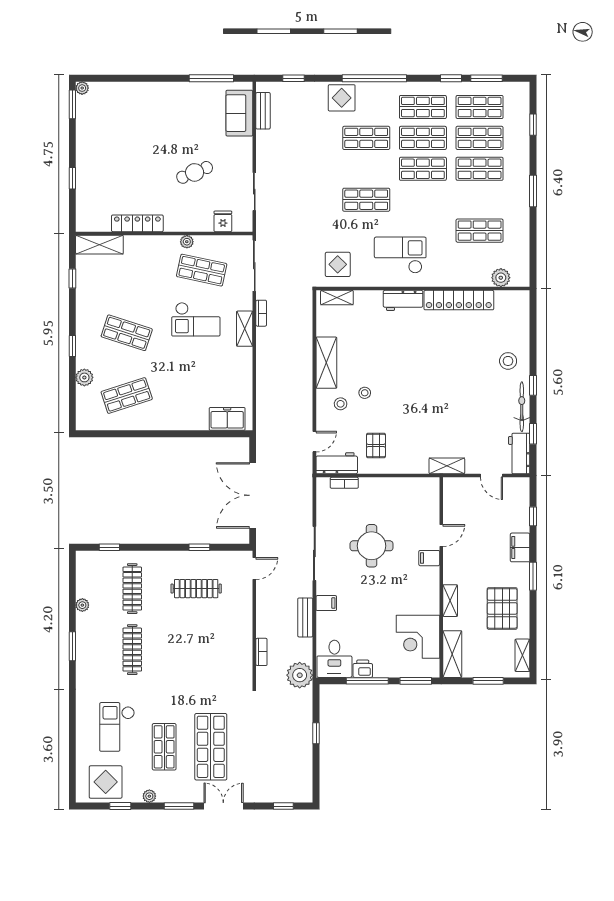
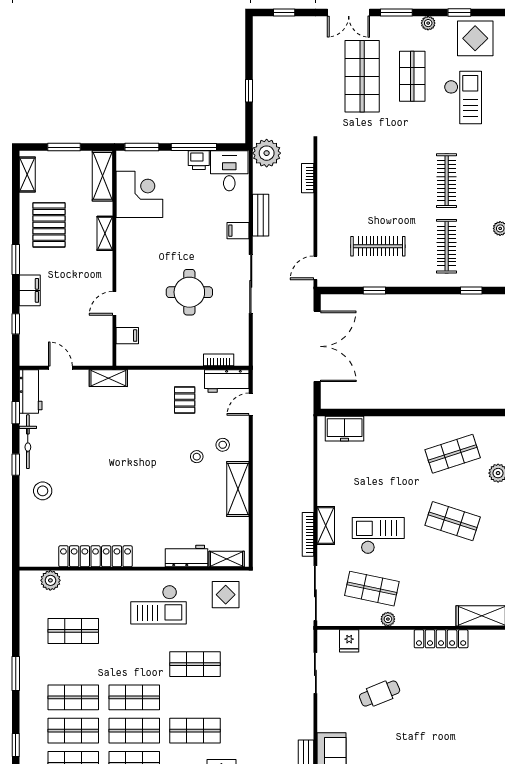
workbench: (403, 300) -> (187, 556), moved
bookcase: (261, 313) -> (308, 534), width x1.56
filing cabinet: (429, 558) -> (127, 336), moved

